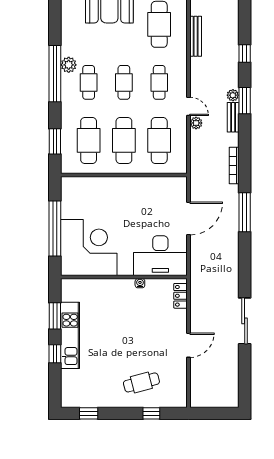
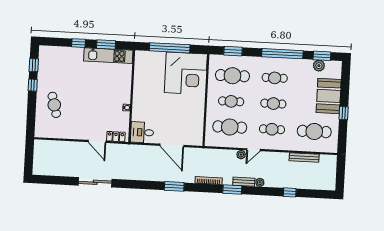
window: (55, 19) -> (322, 56), added
plant: (69, 65) -> (319, 66), moved
window: (245, 101) -> (232, 189), moved
cafe table: (124, 140) -> (231, 101), width x0.73, depth x0.74
window: (245, 212) -> (174, 186), width x0.69
corner desk: (89, 247) -> (186, 73), moved
desk: (160, 256) -> (142, 132), width x0.53, depth x0.77
kitchen unit: (70, 335) -> (108, 56), moved
door: (189, 345) -> (97, 141), moved
window: (151, 413) -> (33, 85), moved

